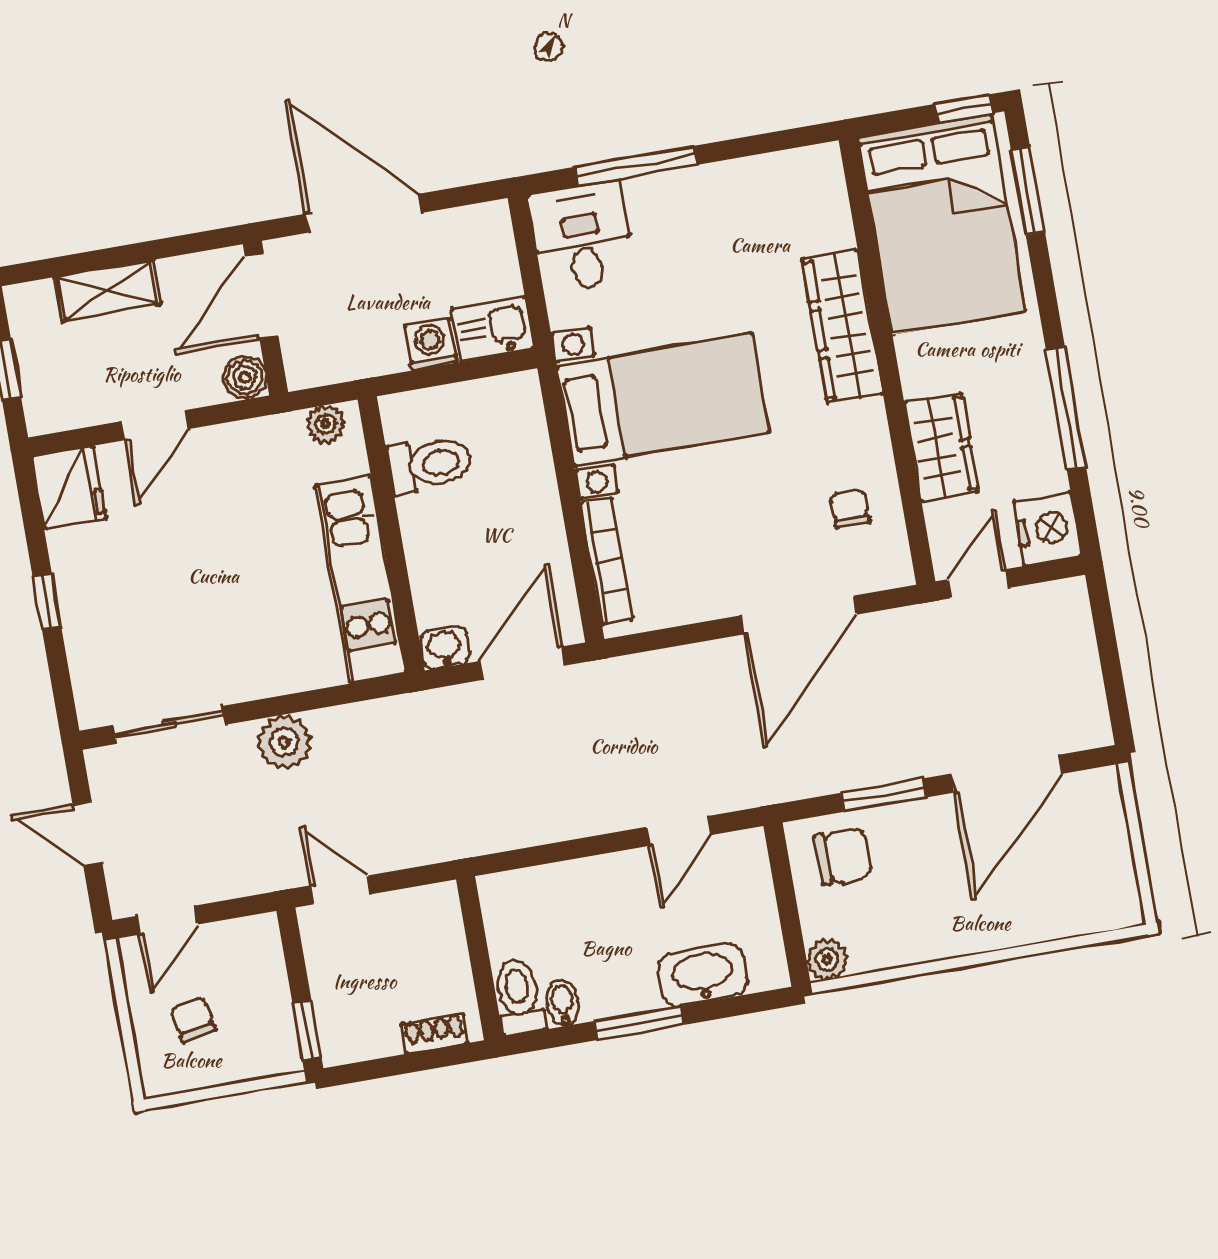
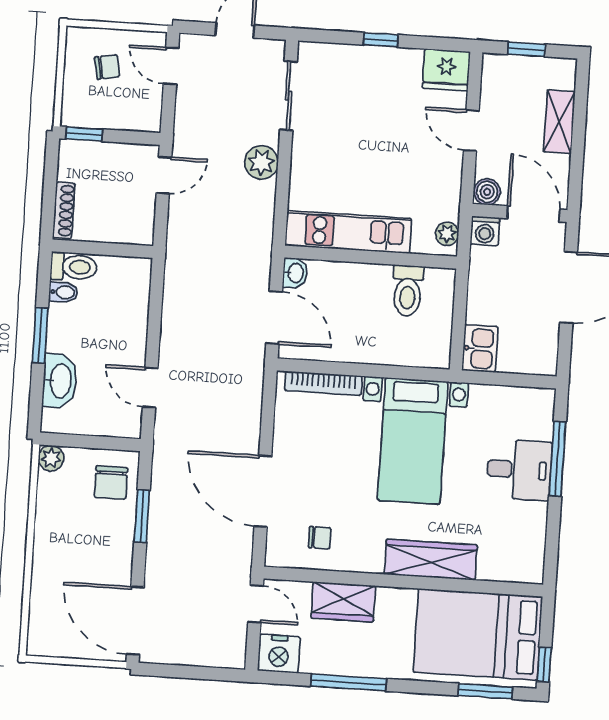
desk: (582, 237) -> (519, 470), moved
washing machine: (431, 344) -> (485, 231), moved, turned 90
door: (1006, 774) -> (135, 621), moved
shoe rack: (434, 1033) -> (64, 210), width x1.43

